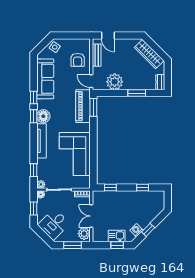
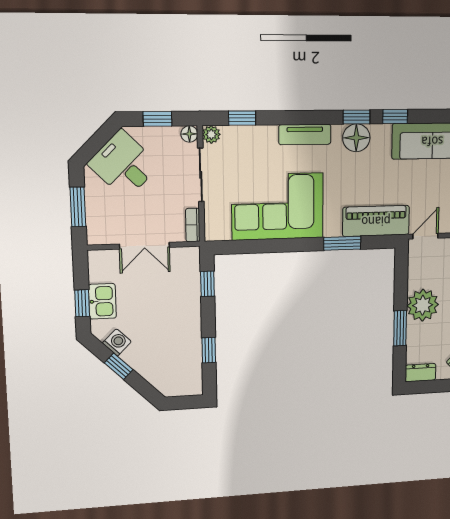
plant: (115, 82) -> (423, 305), moved
window: (93, 107) -> (342, 243), moved
tv unit: (41, 141) -> (305, 134), width x0.71
double door: (91, 216) -> (145, 246), swing flipped
plant: (84, 234) -> (105, 231), removed

